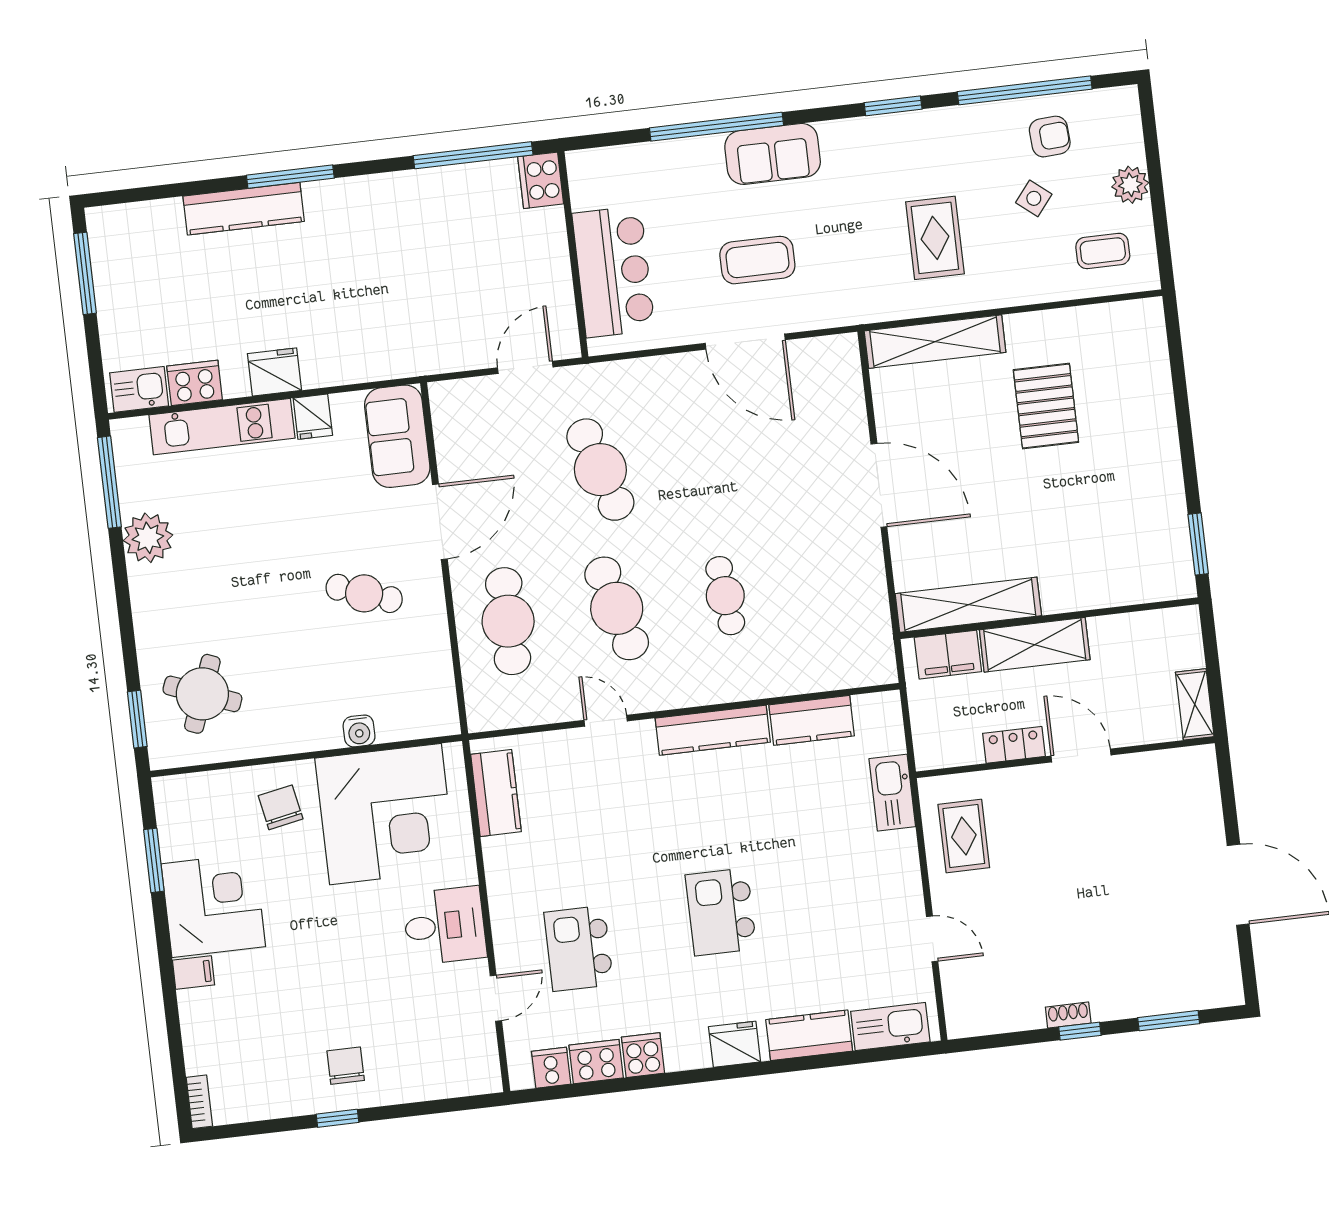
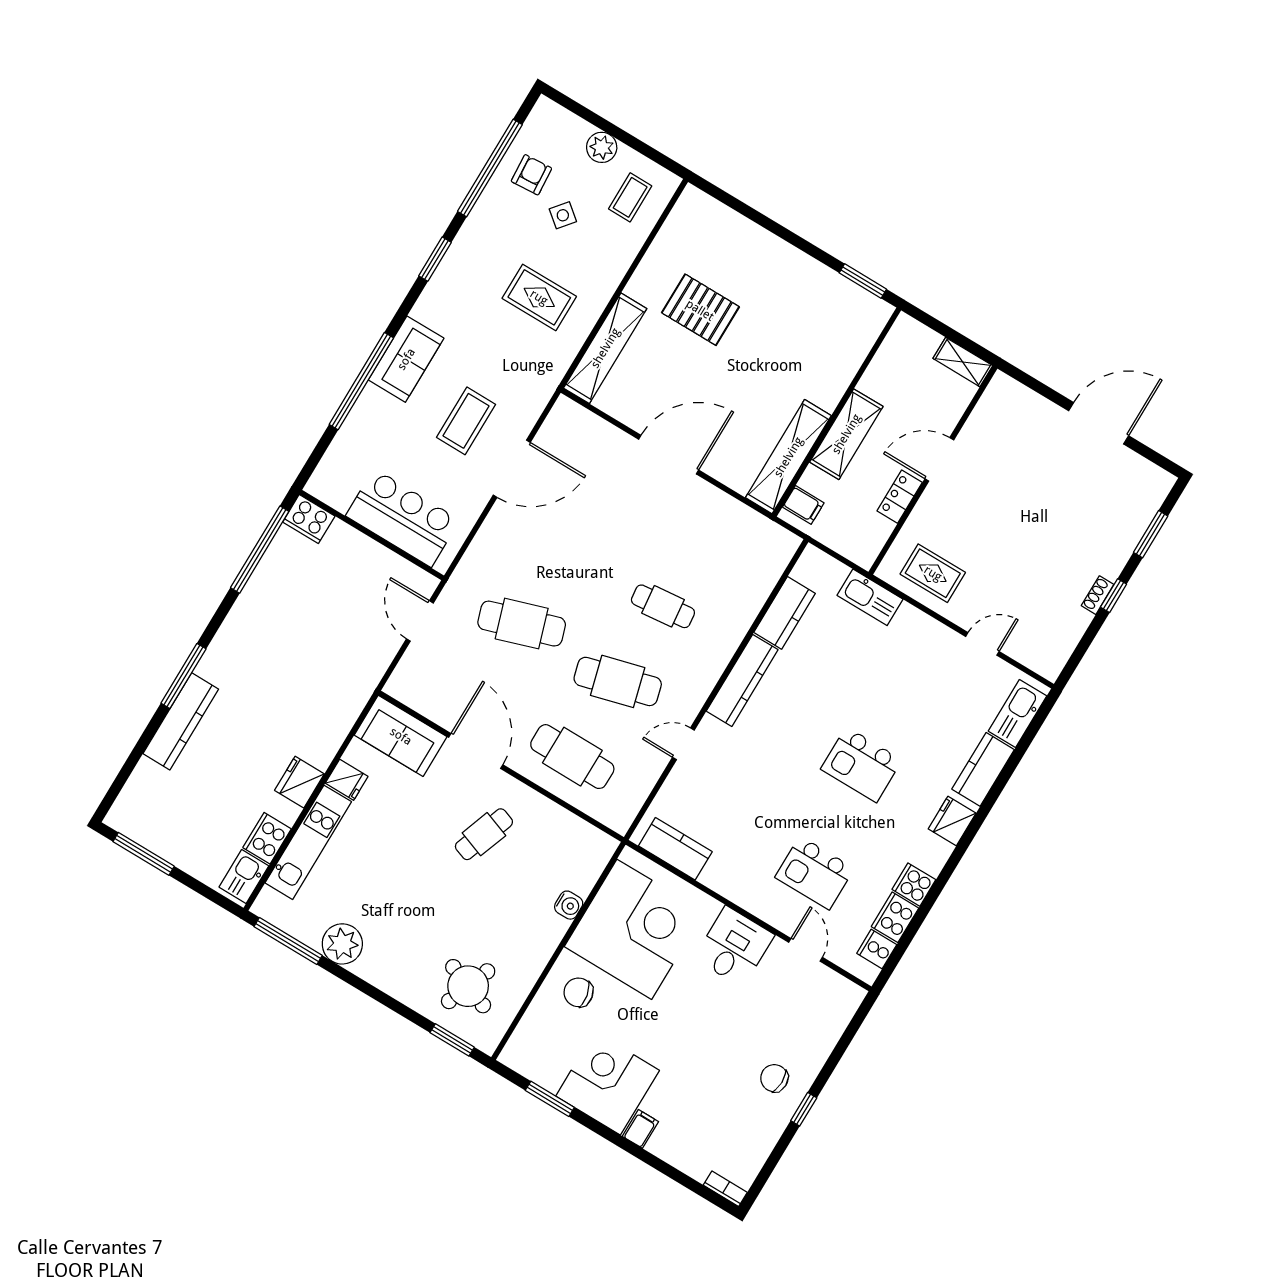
filing cabinet: (948, 655) -> (803, 505), width x0.50

